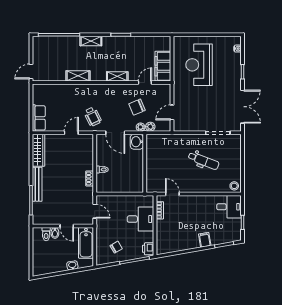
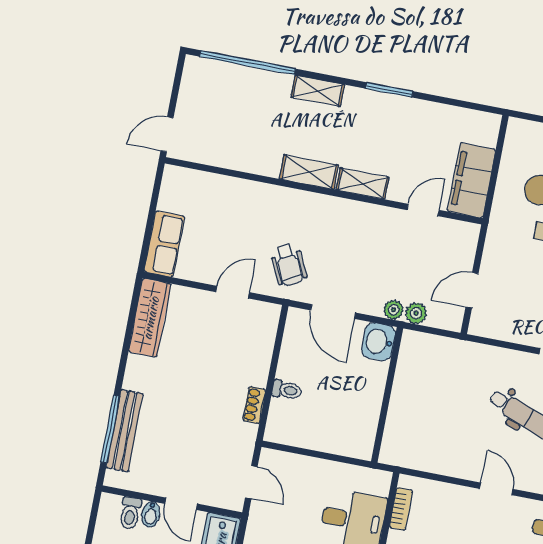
shelving: (78, 76) -> (309, 172), moved
chair: (137, 107) -> (394, 262), removed
bench: (37, 184) -> (125, 431), moved
door: (172, 194) -> (496, 489), moved

